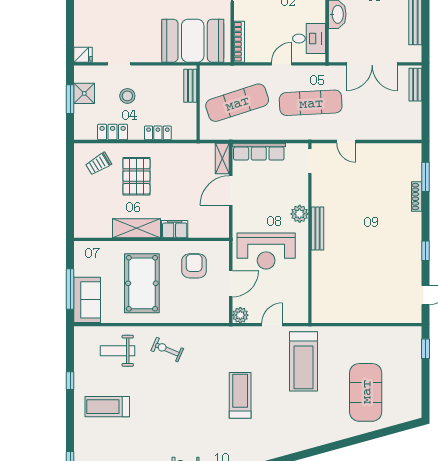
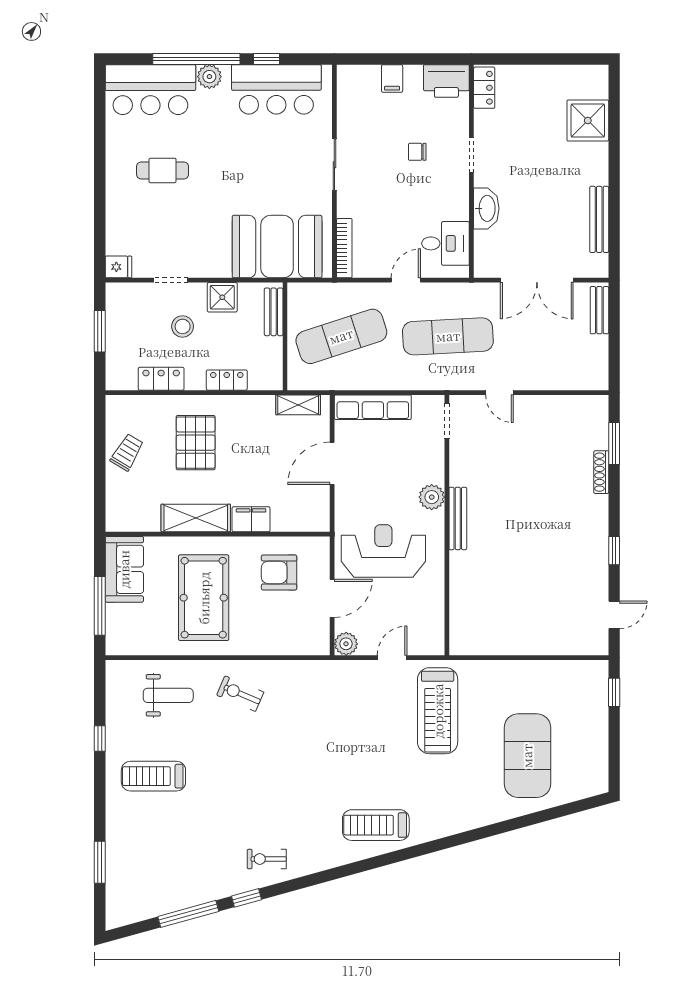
shower: (84, 93) -> (222, 297), moved
shelving: (222, 158) -> (298, 405), moved, turned 90
trolley: (99, 164) -> (127, 452), moved, turned 152
reception desk: (266, 251) -> (383, 551), turned 180
armchair: (194, 266) -> (279, 572), turned -90
sofa: (87, 300) -> (124, 569), moved
weight bench: (117, 351) -> (168, 695), turned 180
treadmill: (240, 395) -> (376, 825), moved, turned -90

